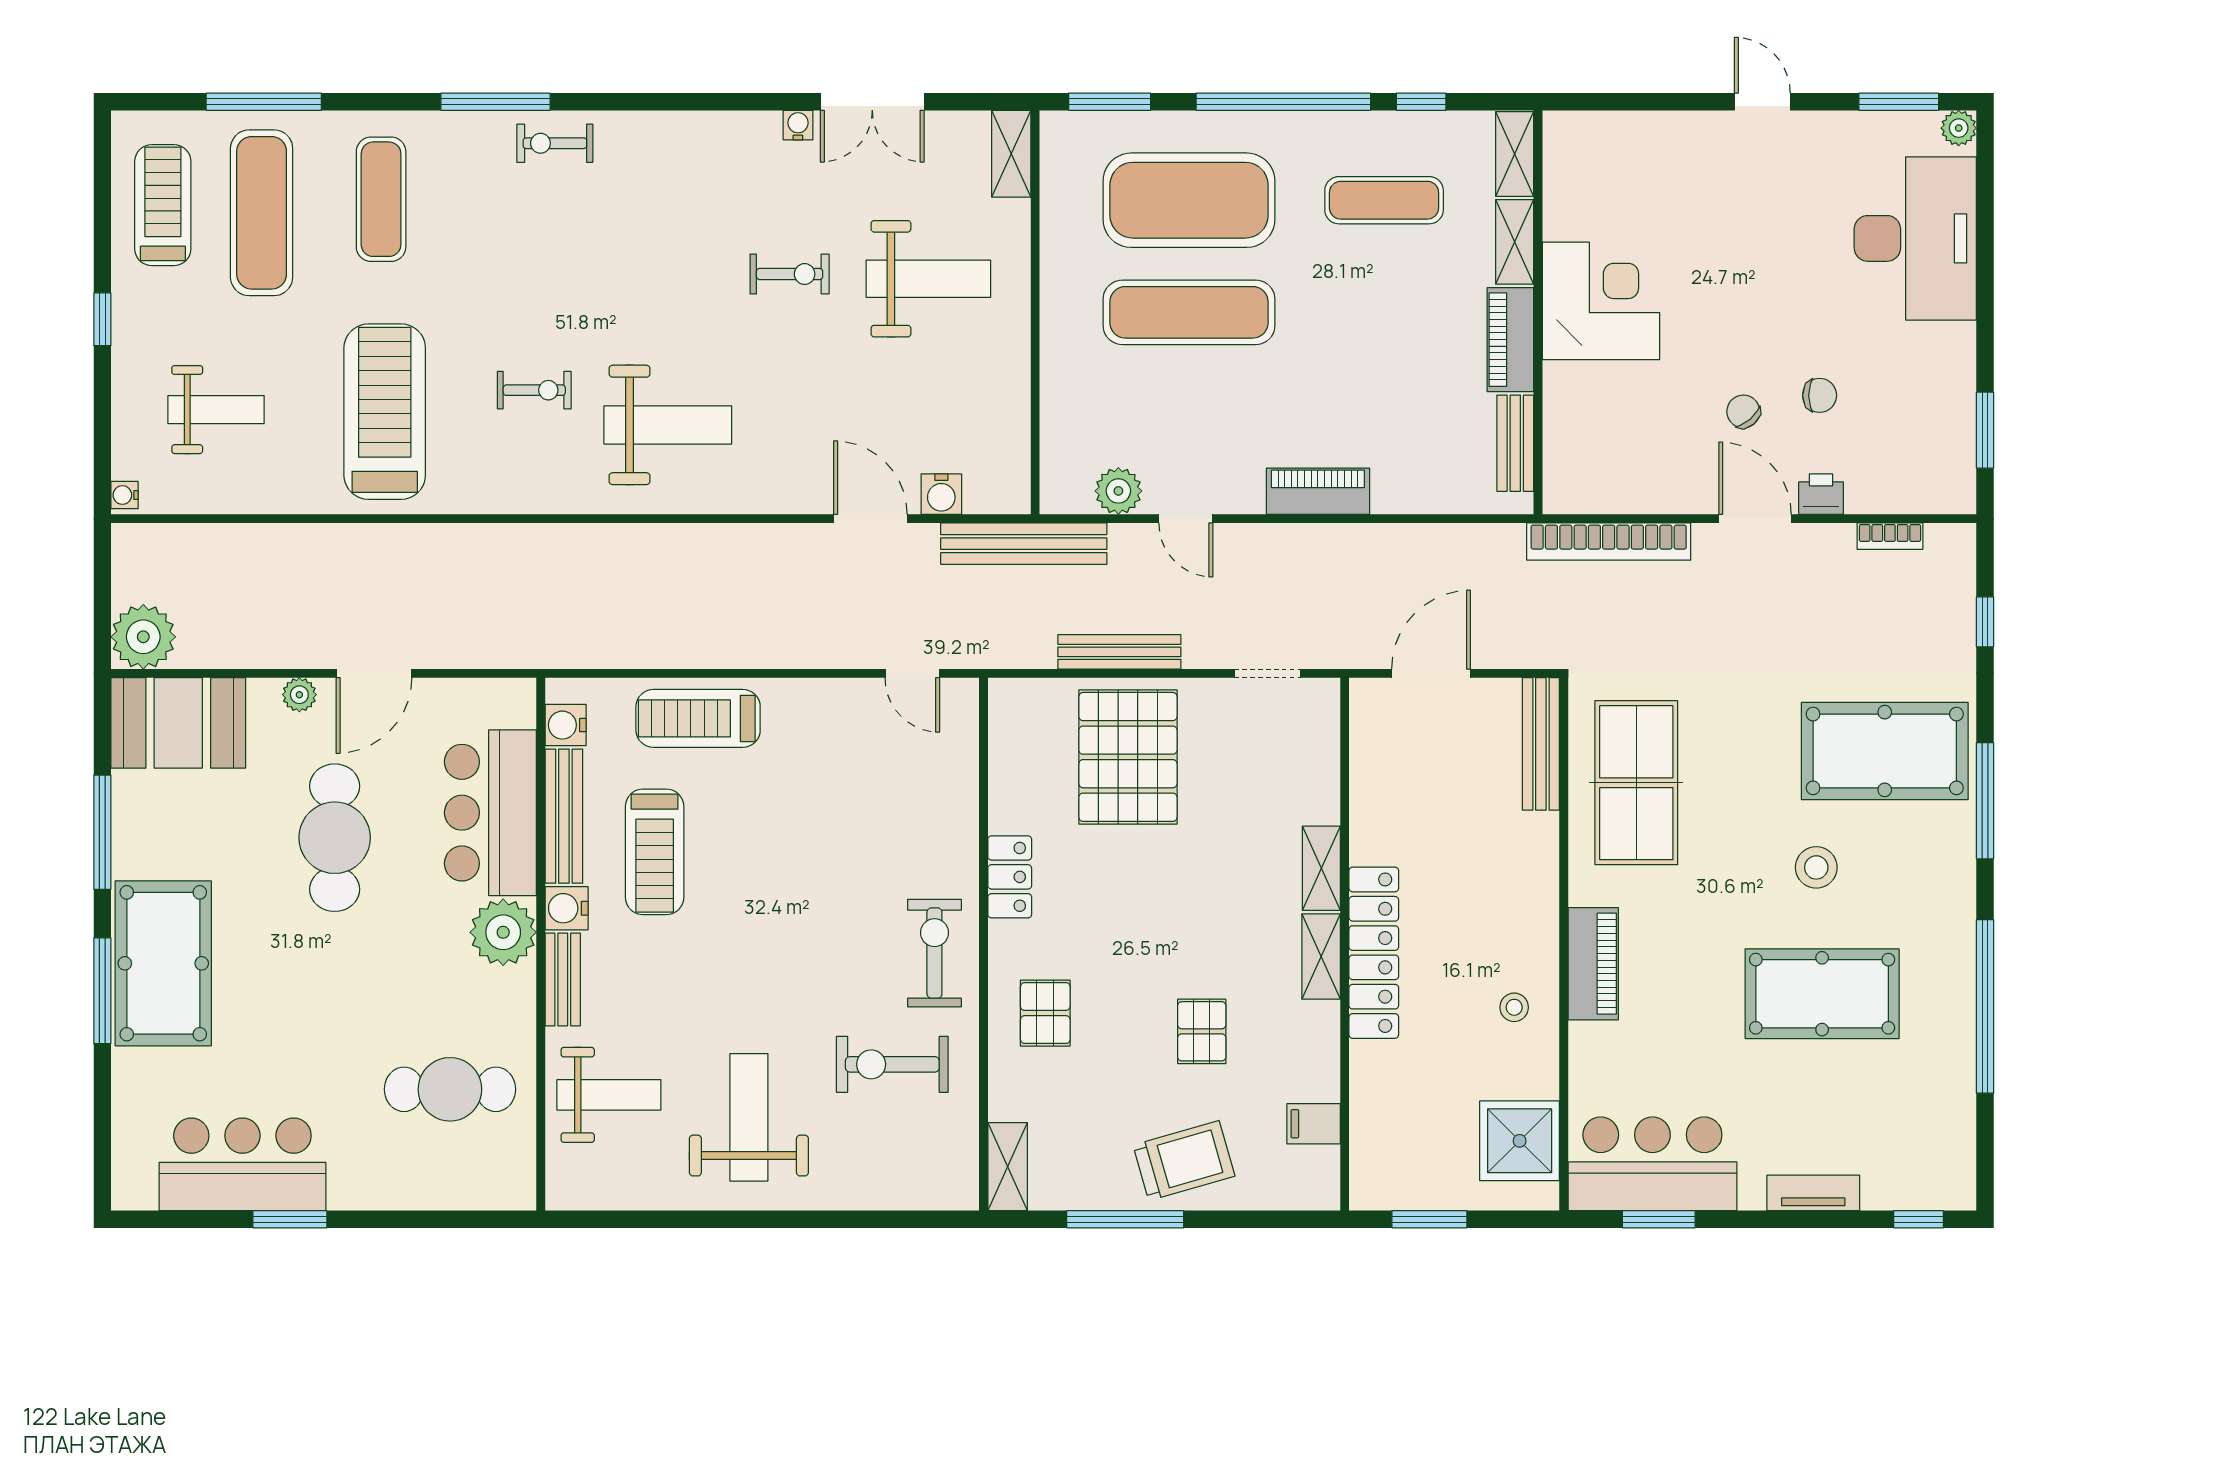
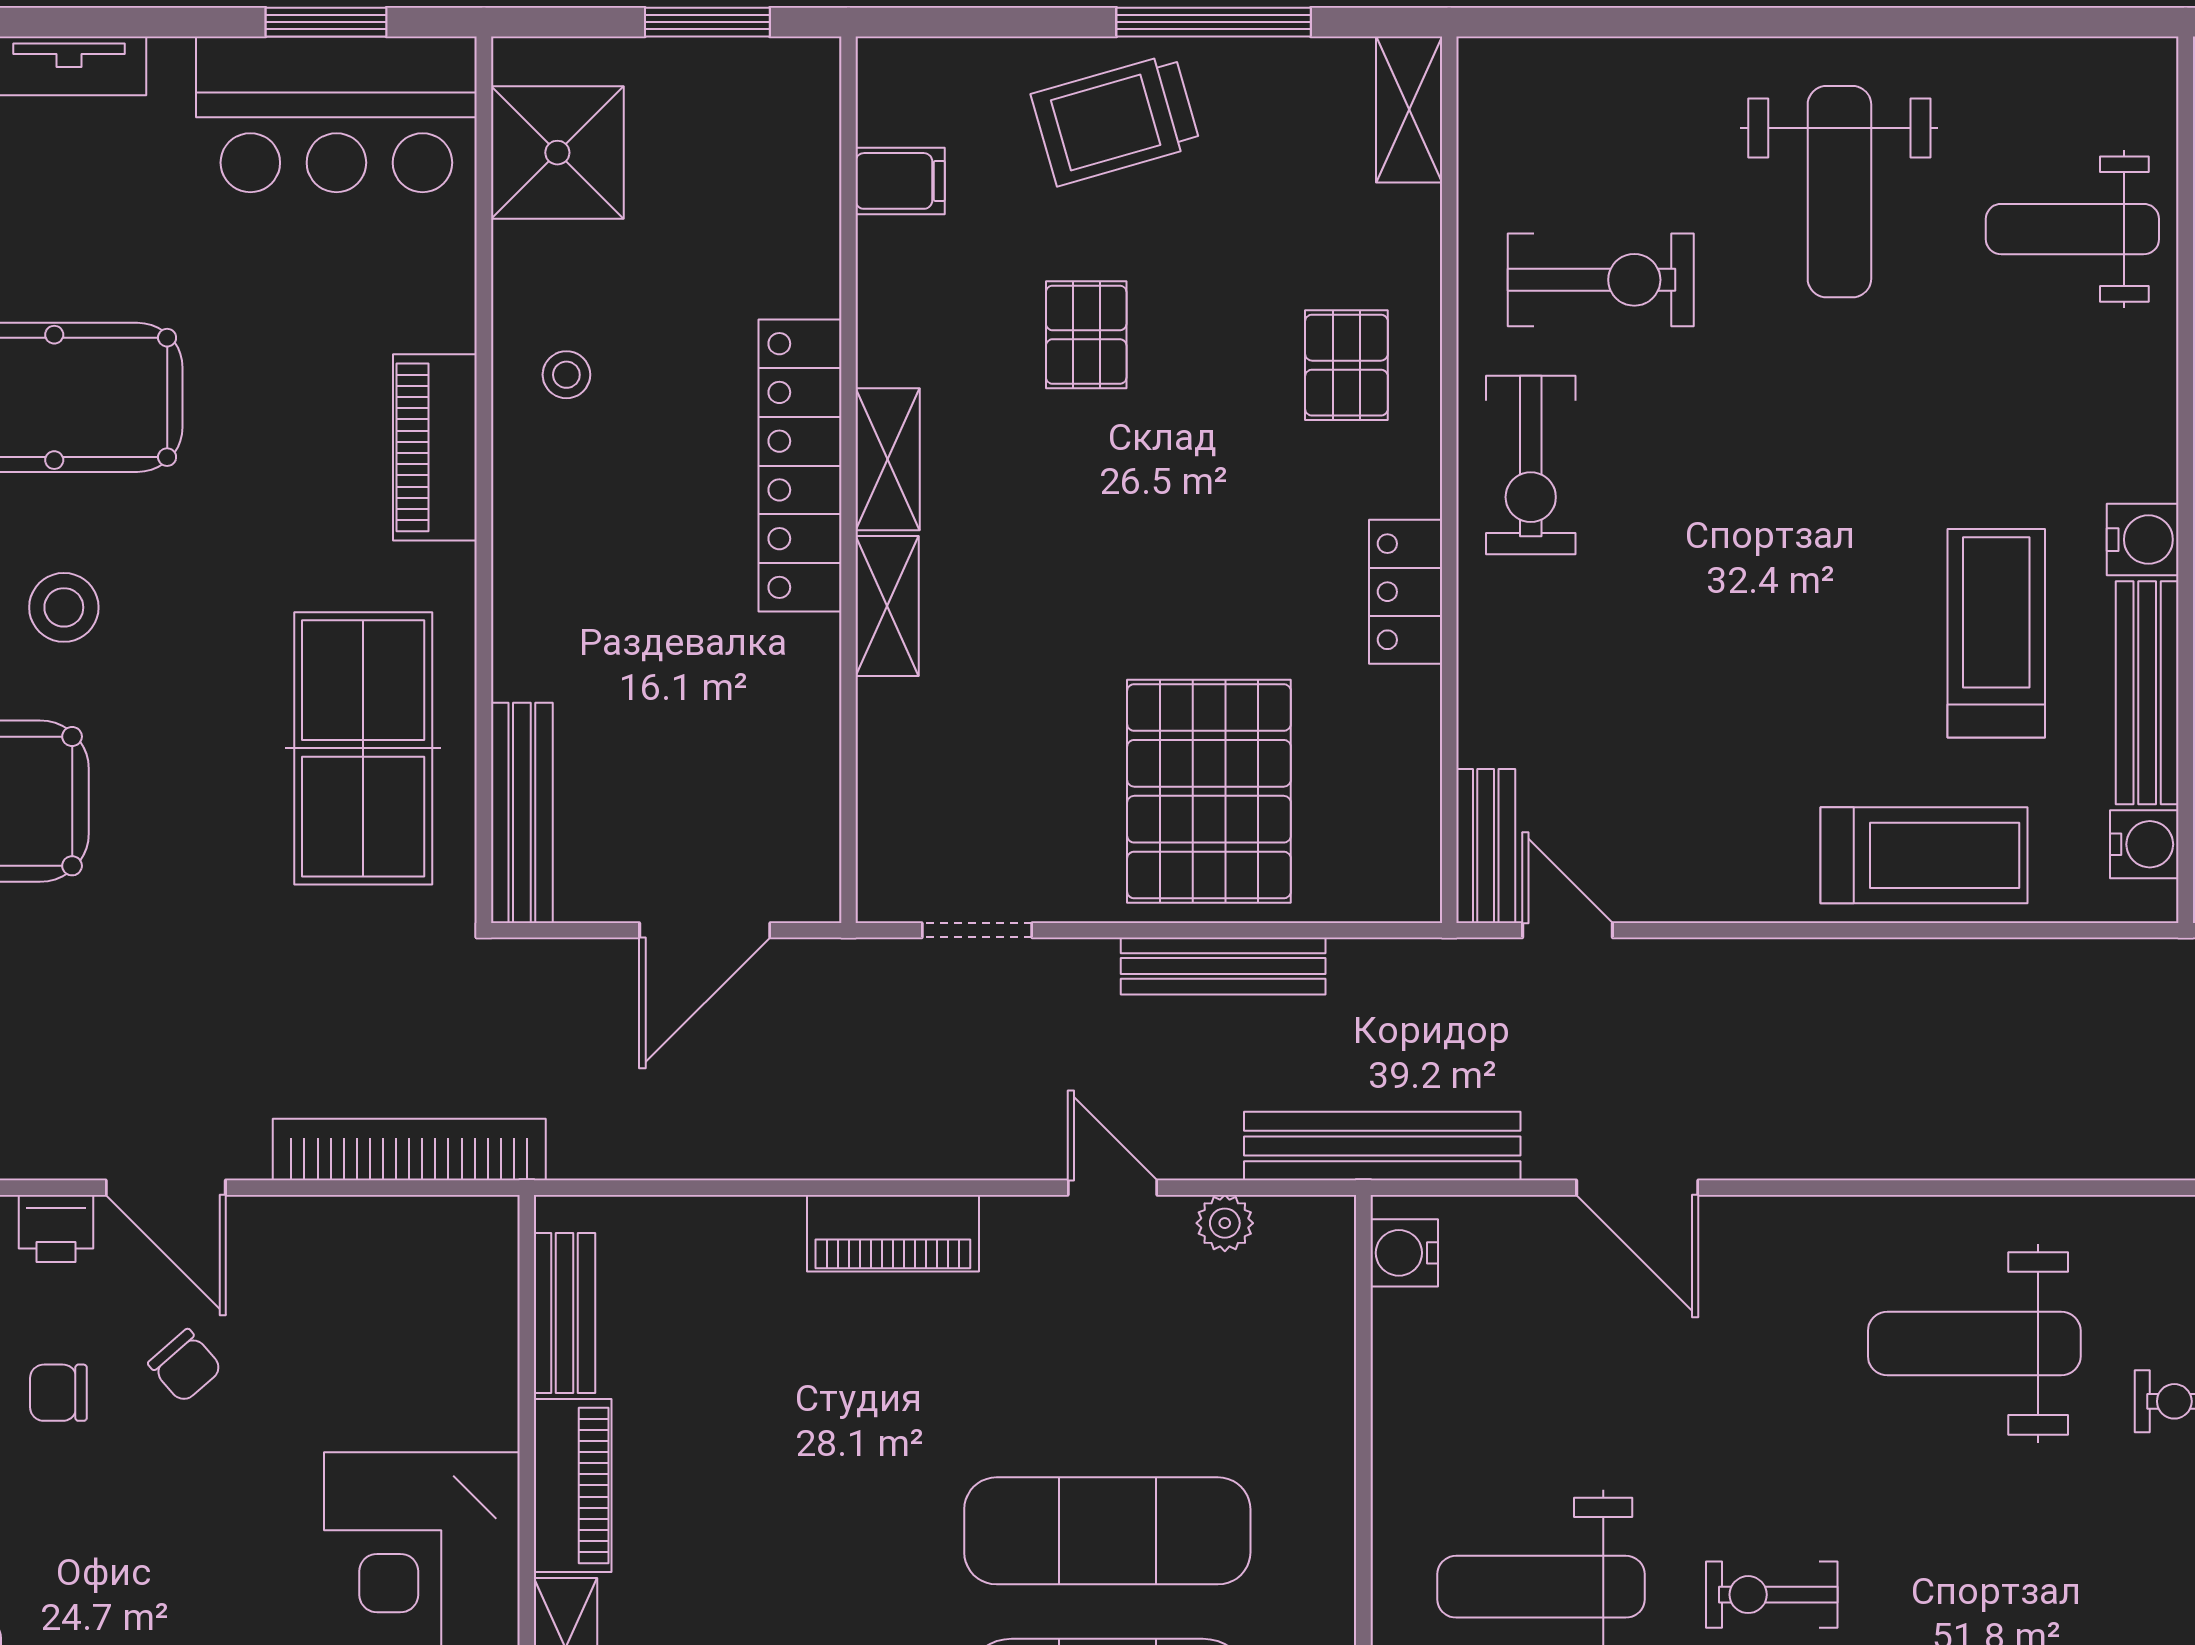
plant: (1118, 491) -> (1225, 1223), width x0.73, depth x0.73
water cooler: (941, 494) -> (1404, 1253), moved, turned -90
bench: (563, 980) -> (1486, 846), moved

